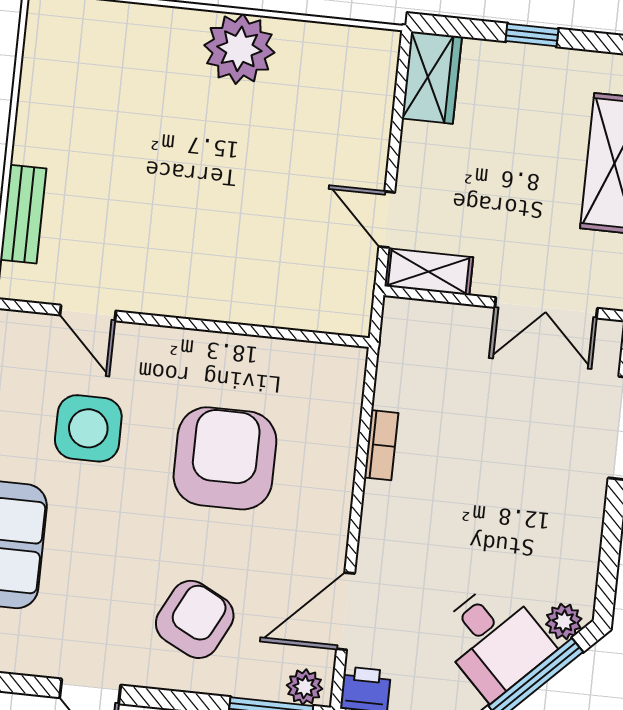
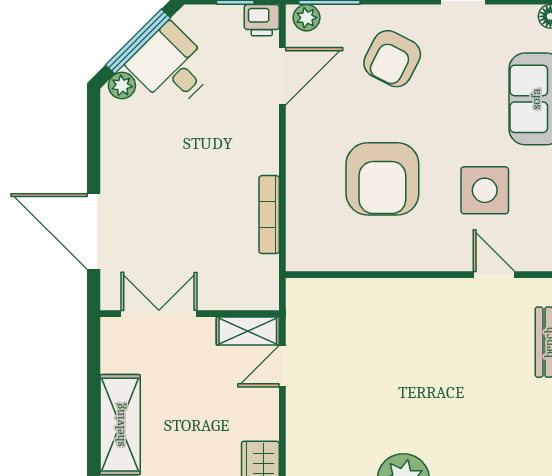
door: (387, 220) -> (282, 366), swing flipped
bookcase: (381, 445) -> (269, 215), width x1.56

